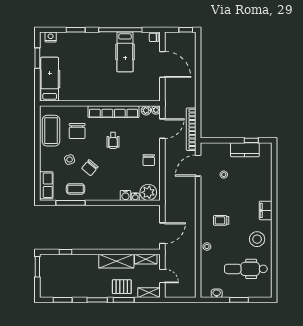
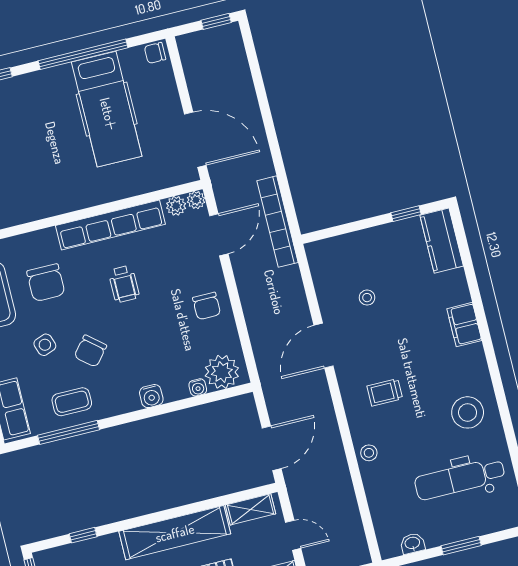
hospital bed: (125, 52) -> (107, 109), width x1.37, depth x1.29
door: (162, 64) -> (195, 140), moved
kitchen counter: (245, 150) -> (442, 241), moved, turned 90
door: (198, 166) -> (324, 346), moved
water cooler: (125, 195) -> (151, 396), moved
filing cabinet: (266, 210) -> (464, 325), moved
shelving: (116, 261) -> (175, 533), width x1.47

